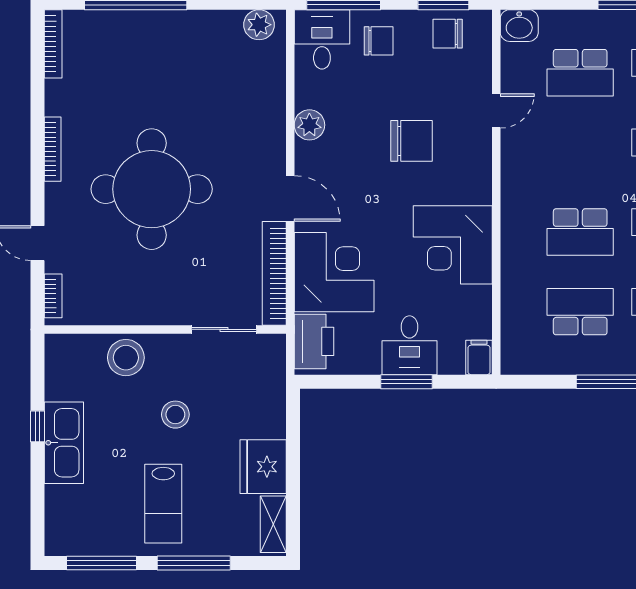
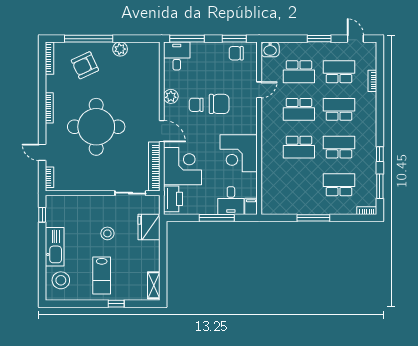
plant: (259, 25) -> (120, 49), moved
chair: (379, 41) -> (196, 105), moved, turned 180
armchair: (128, 59) -> (85, 65), added
school desk: (580, 312) -> (299, 109), moved, turned 180
desk: (409, 345) -> (231, 201), moved
stool: (126, 358) -> (61, 280), moved
window: (406, 382) -> (217, 218), width x1.44
window: (37, 426) -> (42, 215), moved
fridge: (263, 467) -> (149, 227), moved
window: (102, 563) -> (73, 304), removed
window: (194, 563) -> (116, 304), width x0.46

